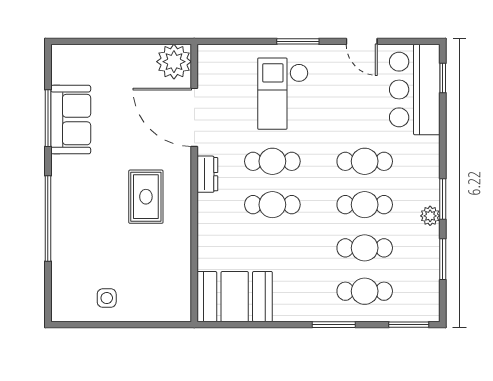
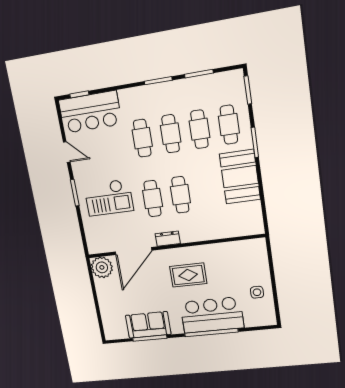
door: (362, 41) -> (67, 152), hinge flipped
plant: (430, 216) -> (171, 88), removed
bar counter: (77, 224) -> (212, 315), added
booth: (235, 297) -> (240, 177), moved

